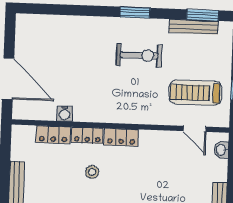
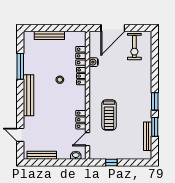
window: (203, 15) -> (155, 127), moved
exercise bike: (139, 55) -> (134, 47), moved
treadmill: (195, 93) -> (109, 115), moved, turned 180
locker: (121, 137) -> (81, 120), moved

